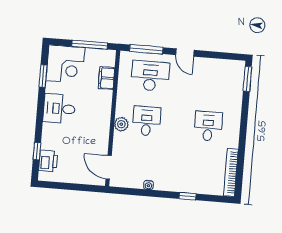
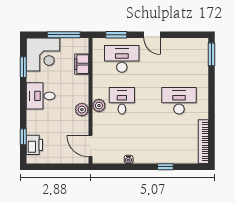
window: (146, 49) -> (116, 35), width x0.69
desk: (208, 126) -> (179, 101), width x1.37
plant: (103, 127) -> (82, 110), added

